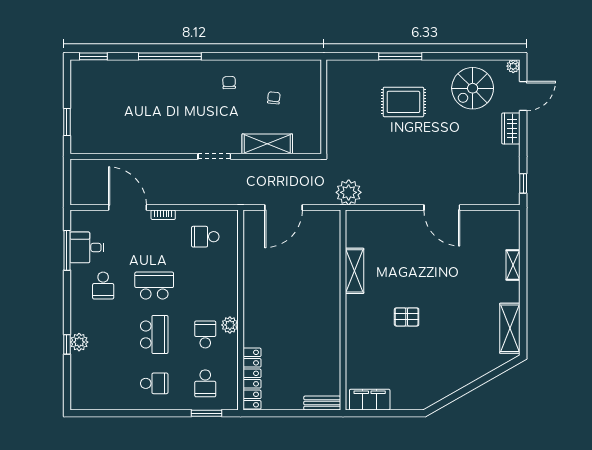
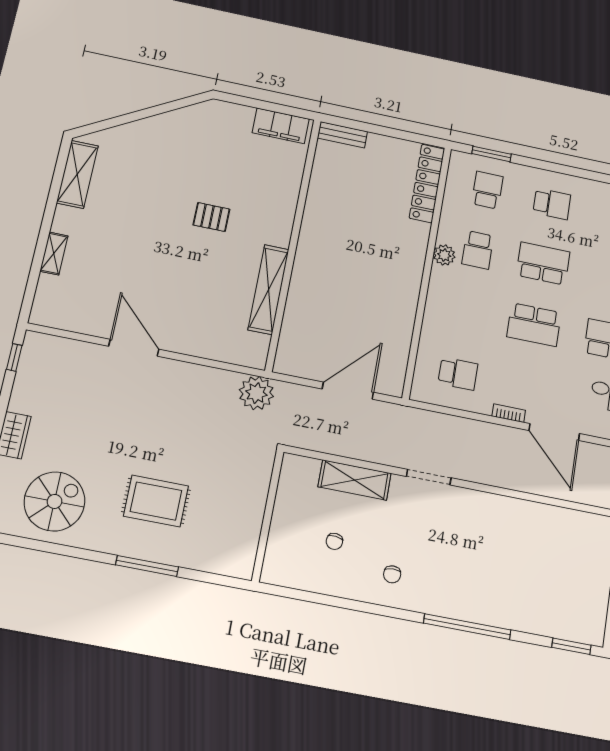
shelving: (355, 271) -> (269, 290), width x1.47
school desk: (154, 334) -> (543, 264), turned 90
school desk: (154, 383) -> (552, 204), turned 180

